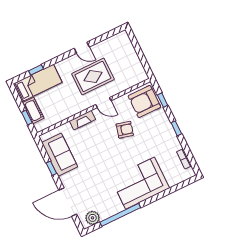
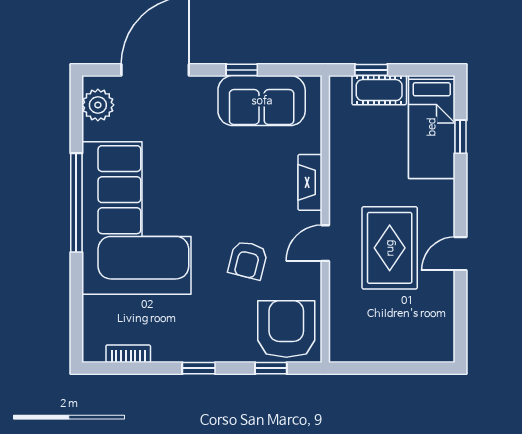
corner sofa: (140, 183) -> (136, 218), width x1.36, depth x1.36
window: (120, 215) -> (76, 203), moved

